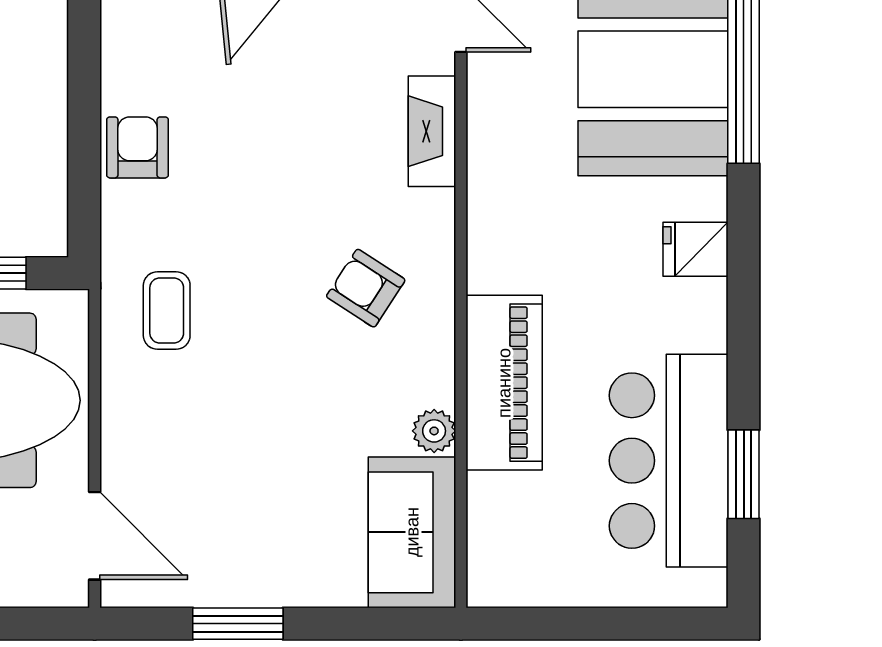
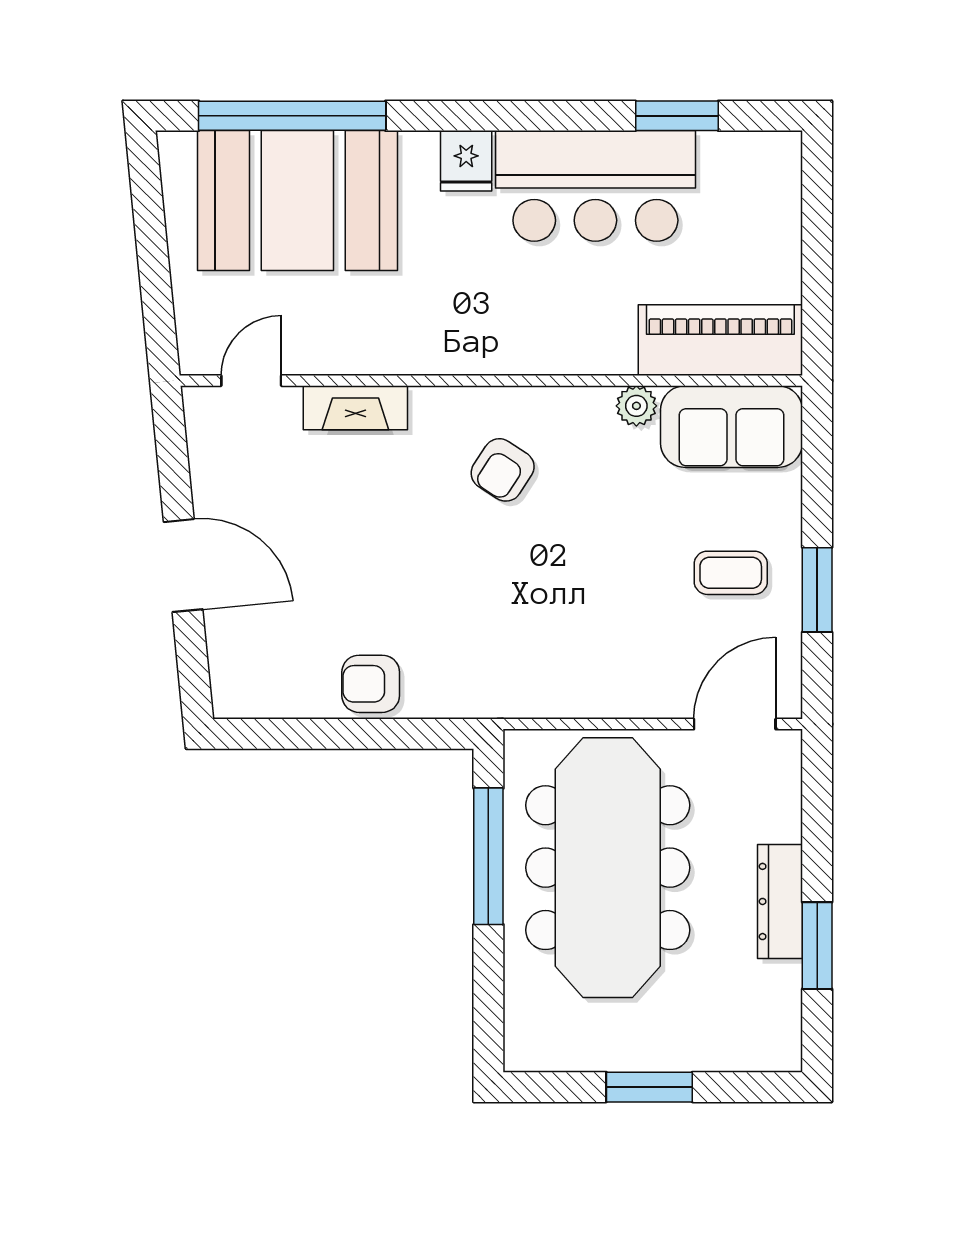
coffee table: (167, 310) -> (731, 573), moved
piano: (504, 383) -> (720, 340), moved
bar counter: (669, 461) -> (595, 186), moved

